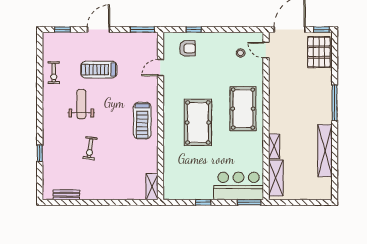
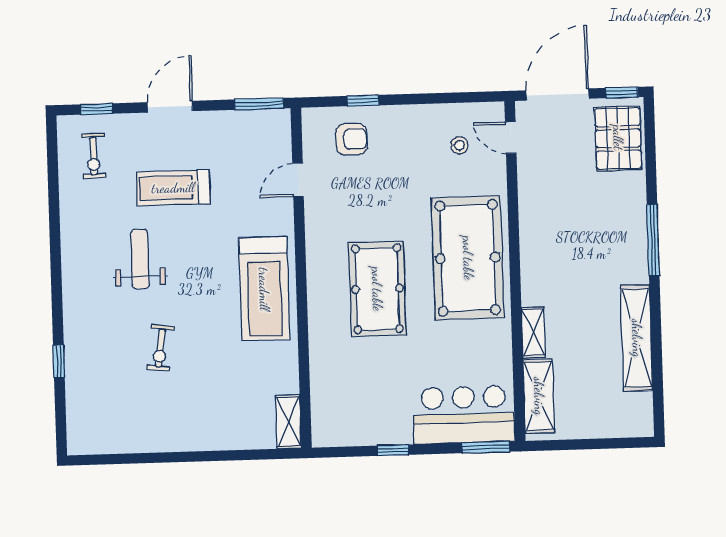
exercise bike: (54, 73) -> (94, 156), moved
pool table: (243, 109) -> (468, 258), width x1.36, depth x1.32
treadmill: (142, 121) -> (264, 289), width x1.37, depth x1.37
bench: (66, 195) -> (116, 444), removed

